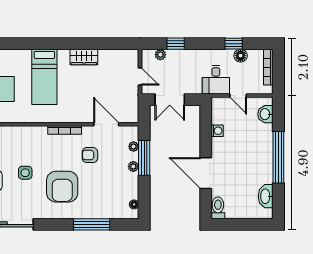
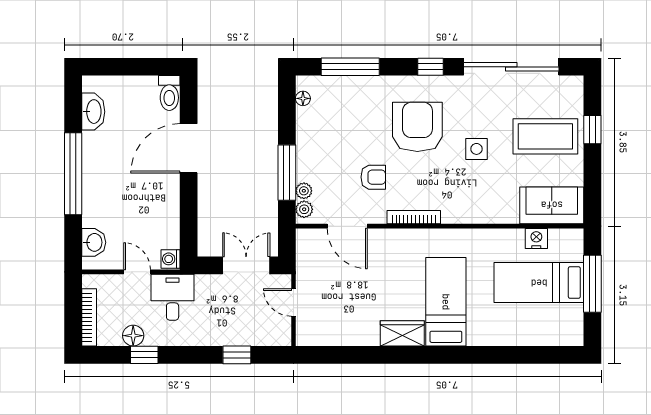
plant: (160, 55) -> (261, 337), removed
wardrobe: (84, 57) -> (402, 333), moved
washing machine: (217, 131) -> (171, 259), moved
plant: (133, 167) -> (304, 209), moved
door: (206, 173) -> (189, 148), swing flipped
window: (54, 224) -> (431, 67), added
window: (92, 224) -> (350, 67), moved

